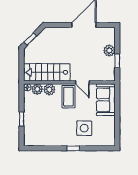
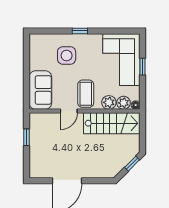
plant: (109, 51) -> (36, 150), removed
door: (82, 82) -> (69, 111), swing flipped
corner sofa: (39, 125) -> (121, 60), added

